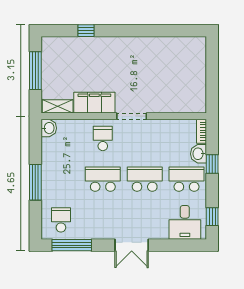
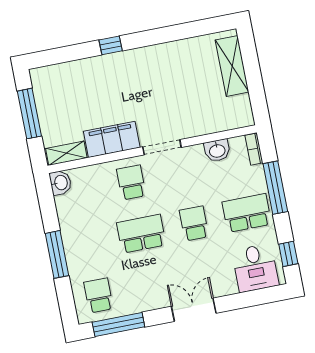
window: (86, 31) -> (111, 45), moved
shelving: (197, 65) -> (232, 66), added
washbasin: (198, 154) -> (217, 150), moved, turned -90
window: (212, 164) -> (275, 188), width x2.17
school desk: (145, 179) -> (194, 223), width x0.54
double door: (132, 245) -> (194, 310), swing flipped

